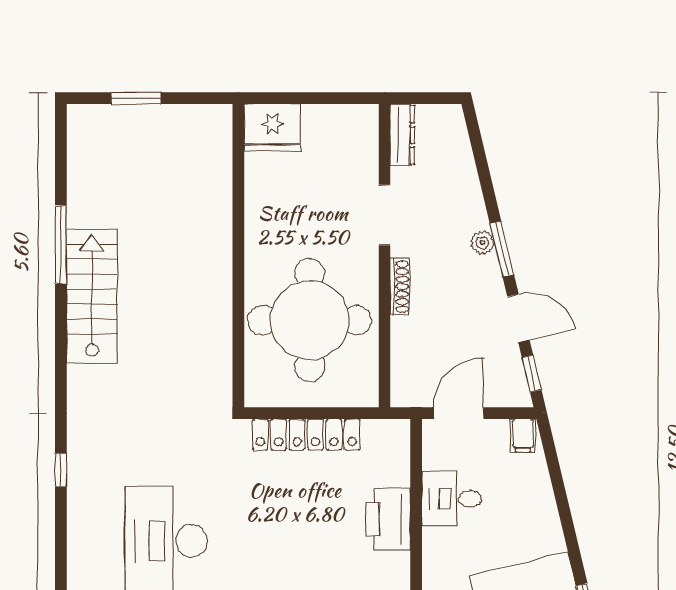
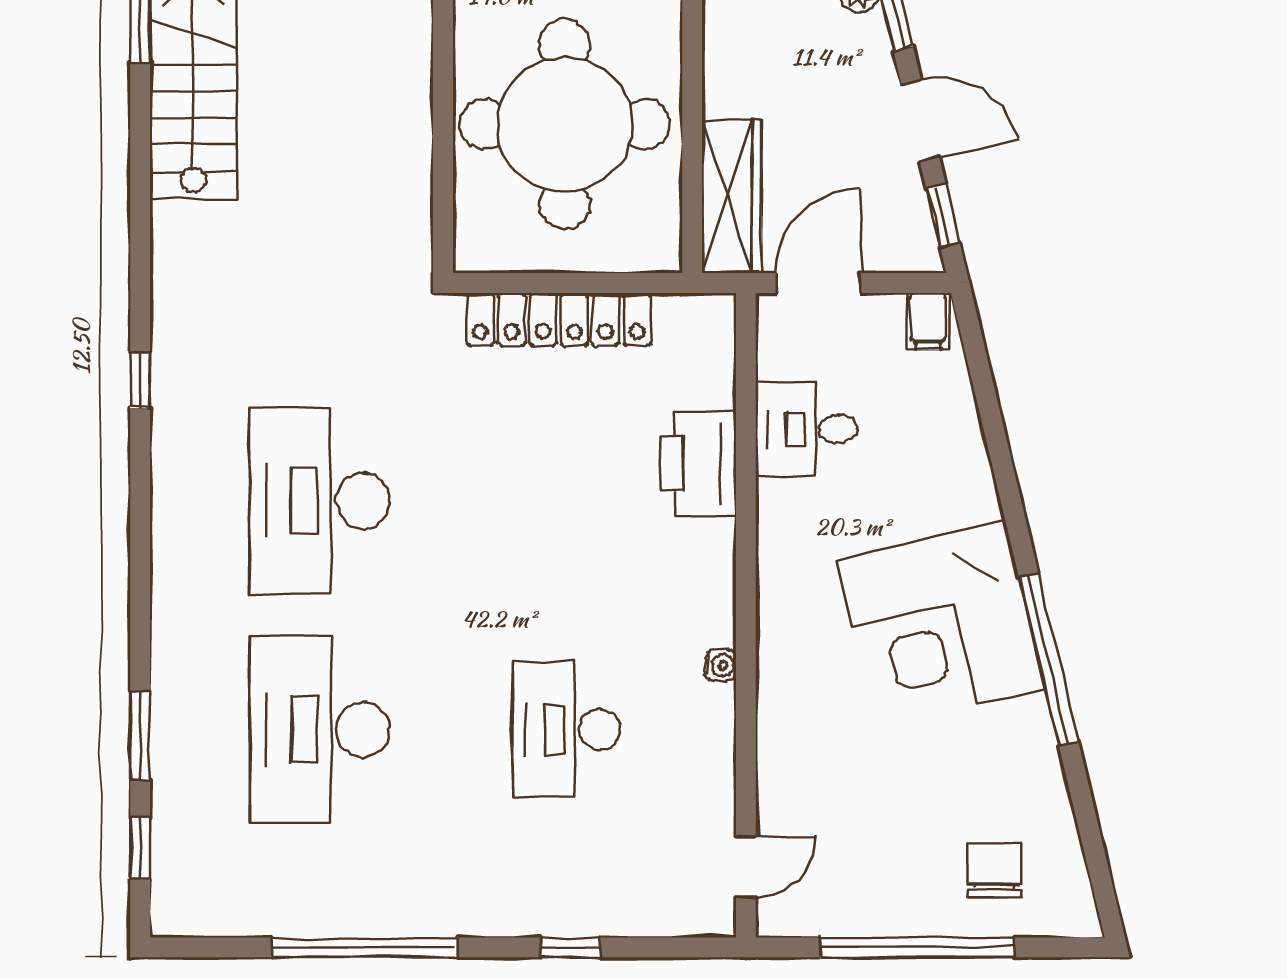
shoe rack: (400, 287) -> (718, 67), removed
wardrobe: (408, 362) -> (732, 196), added

